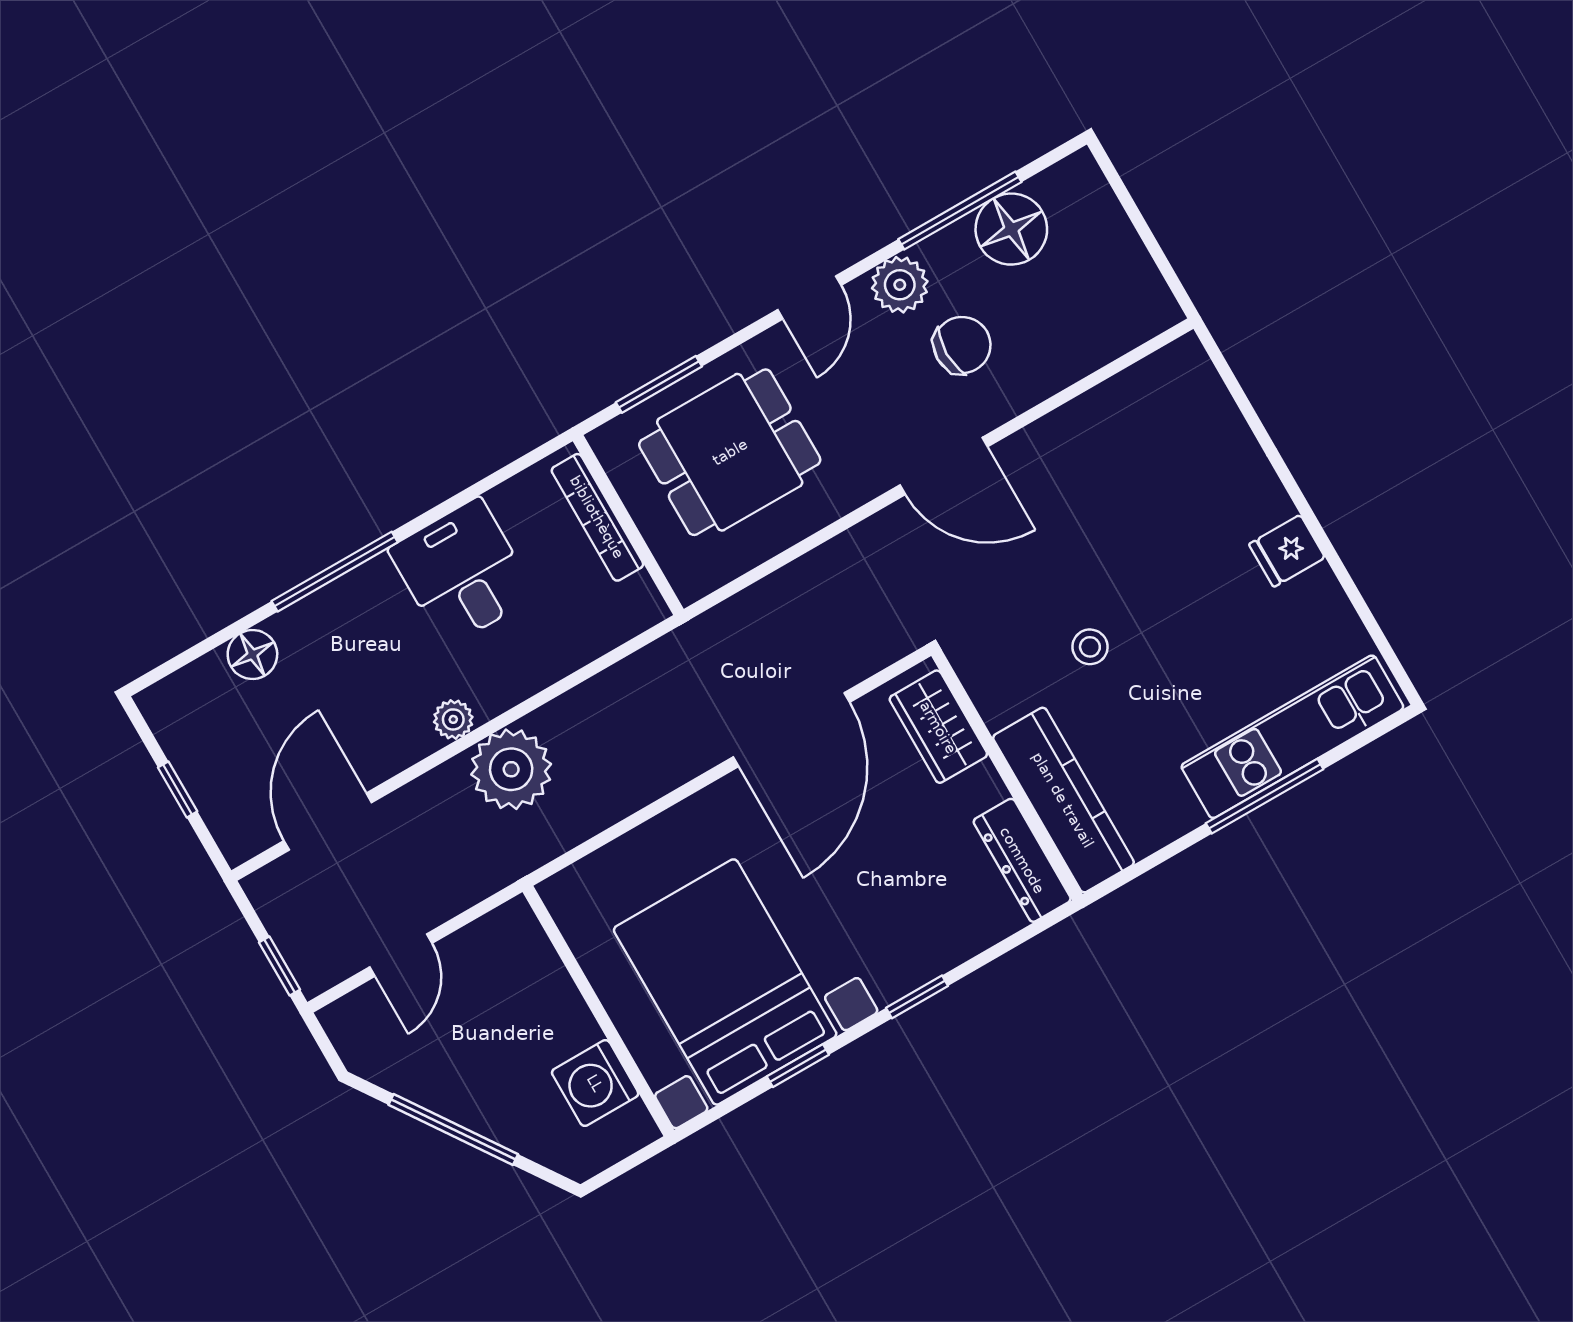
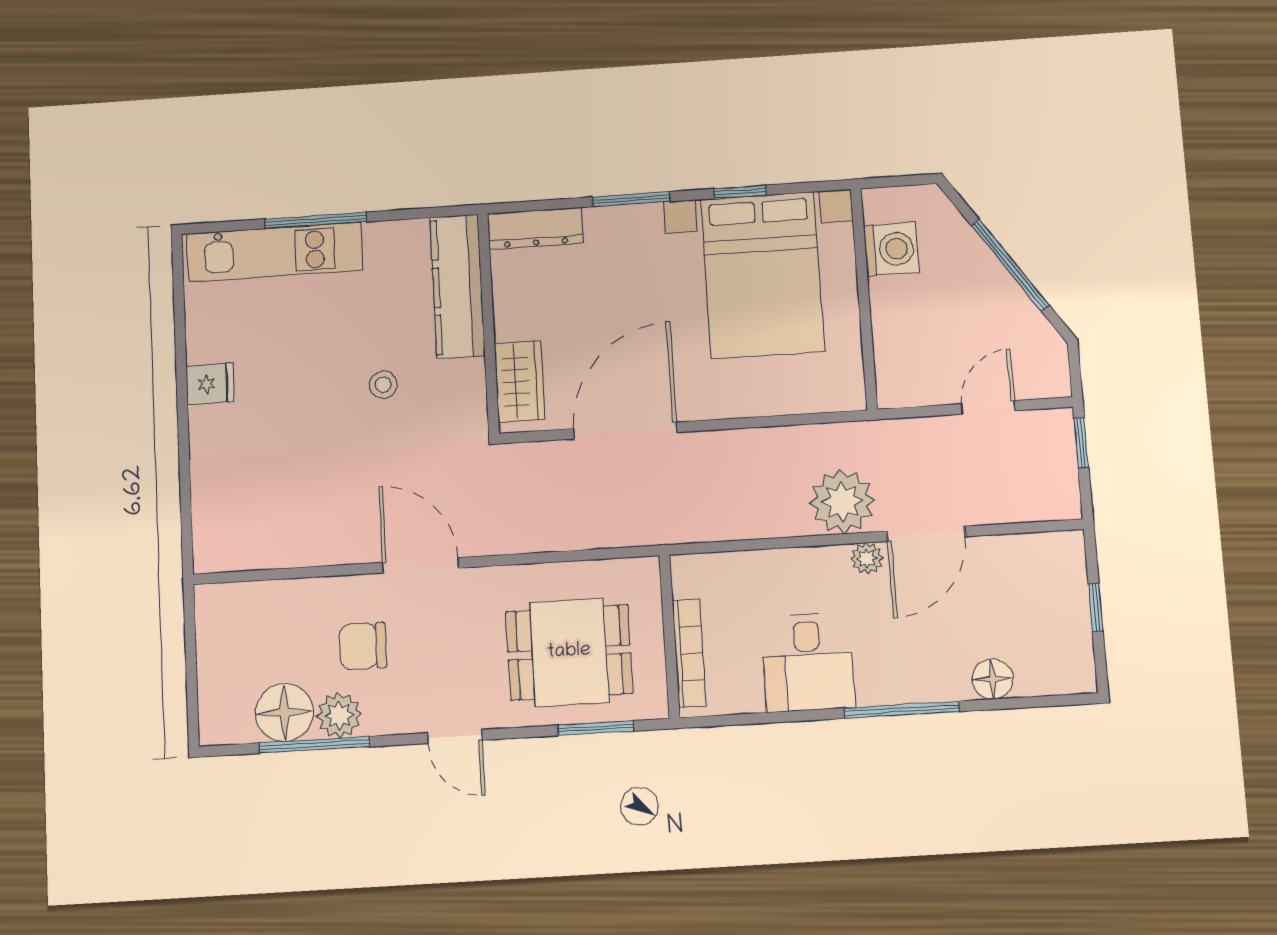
plant: (900, 285) -> (339, 715), moved
door: (809, 298) -> (455, 736), swing flipped
door: (328, 822) -> (926, 534), moved
dresser: (1022, 860) -> (535, 228), moved, turned 90
window: (917, 997) -> (631, 199), width x1.50

